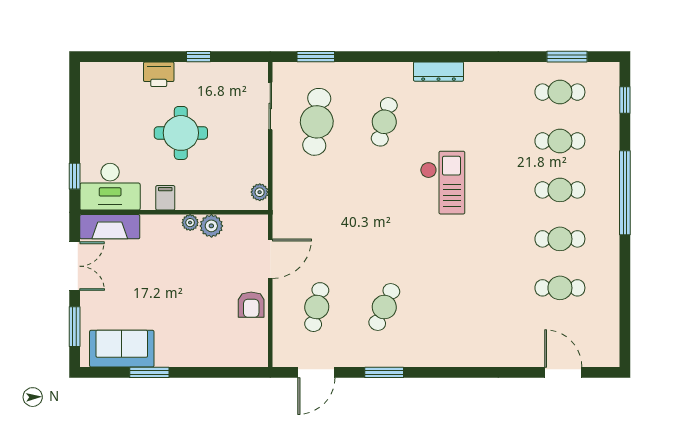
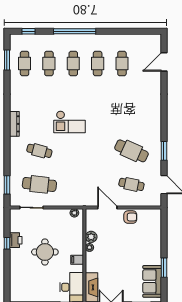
printer: (159, 74) -> (16, 240), moved
checkout: (443, 183) -> (70, 122), turned 180
cafe table: (384, 307) -> (131, 151), width x1.37, depth x1.35

